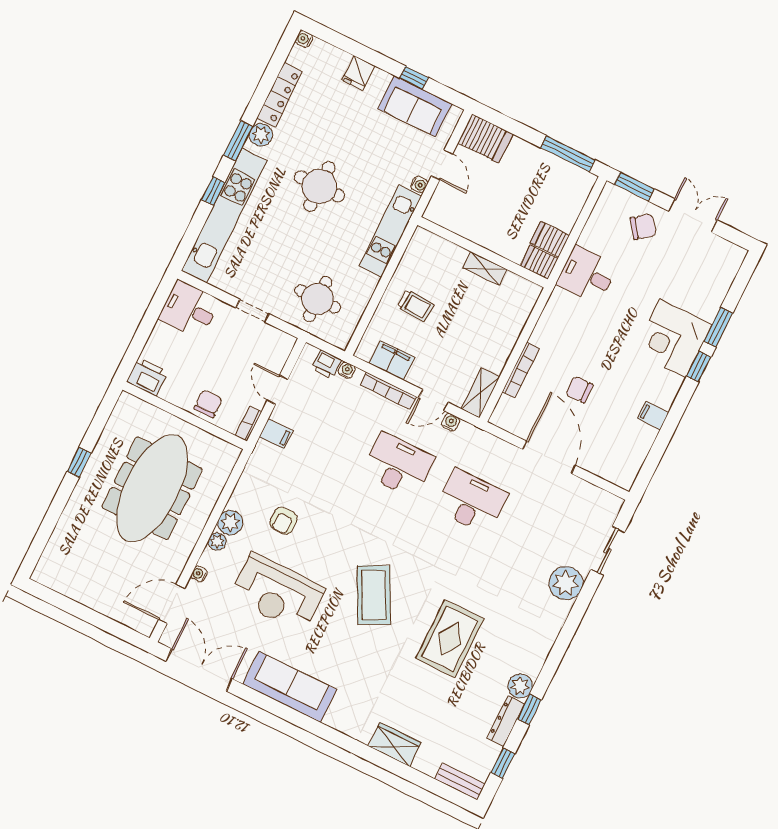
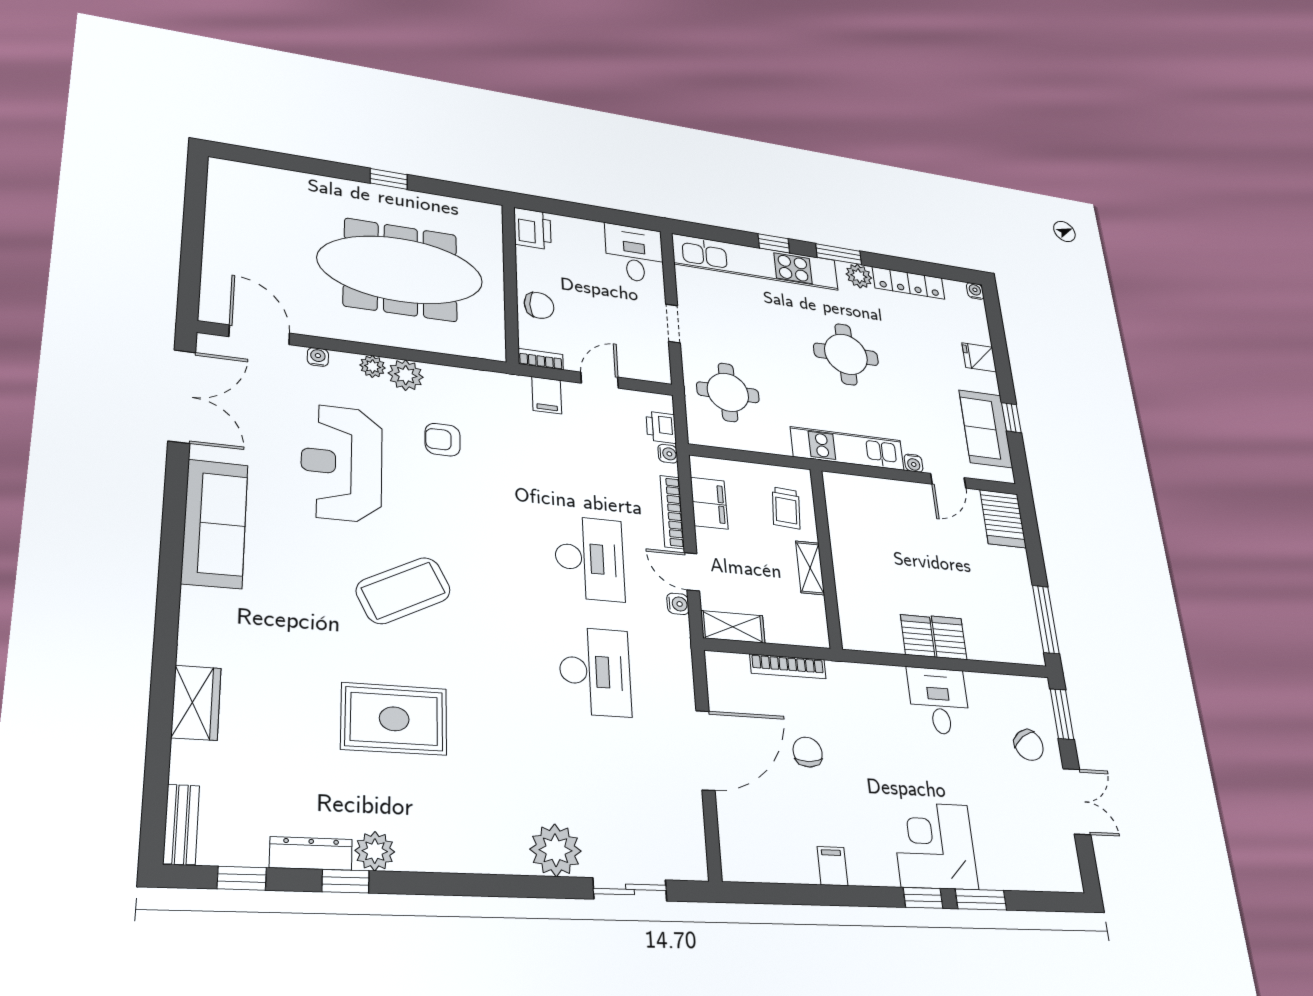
wall: (482, 252) -> (826, 557), moved
shelving: (485, 269) -> (810, 568), moved

